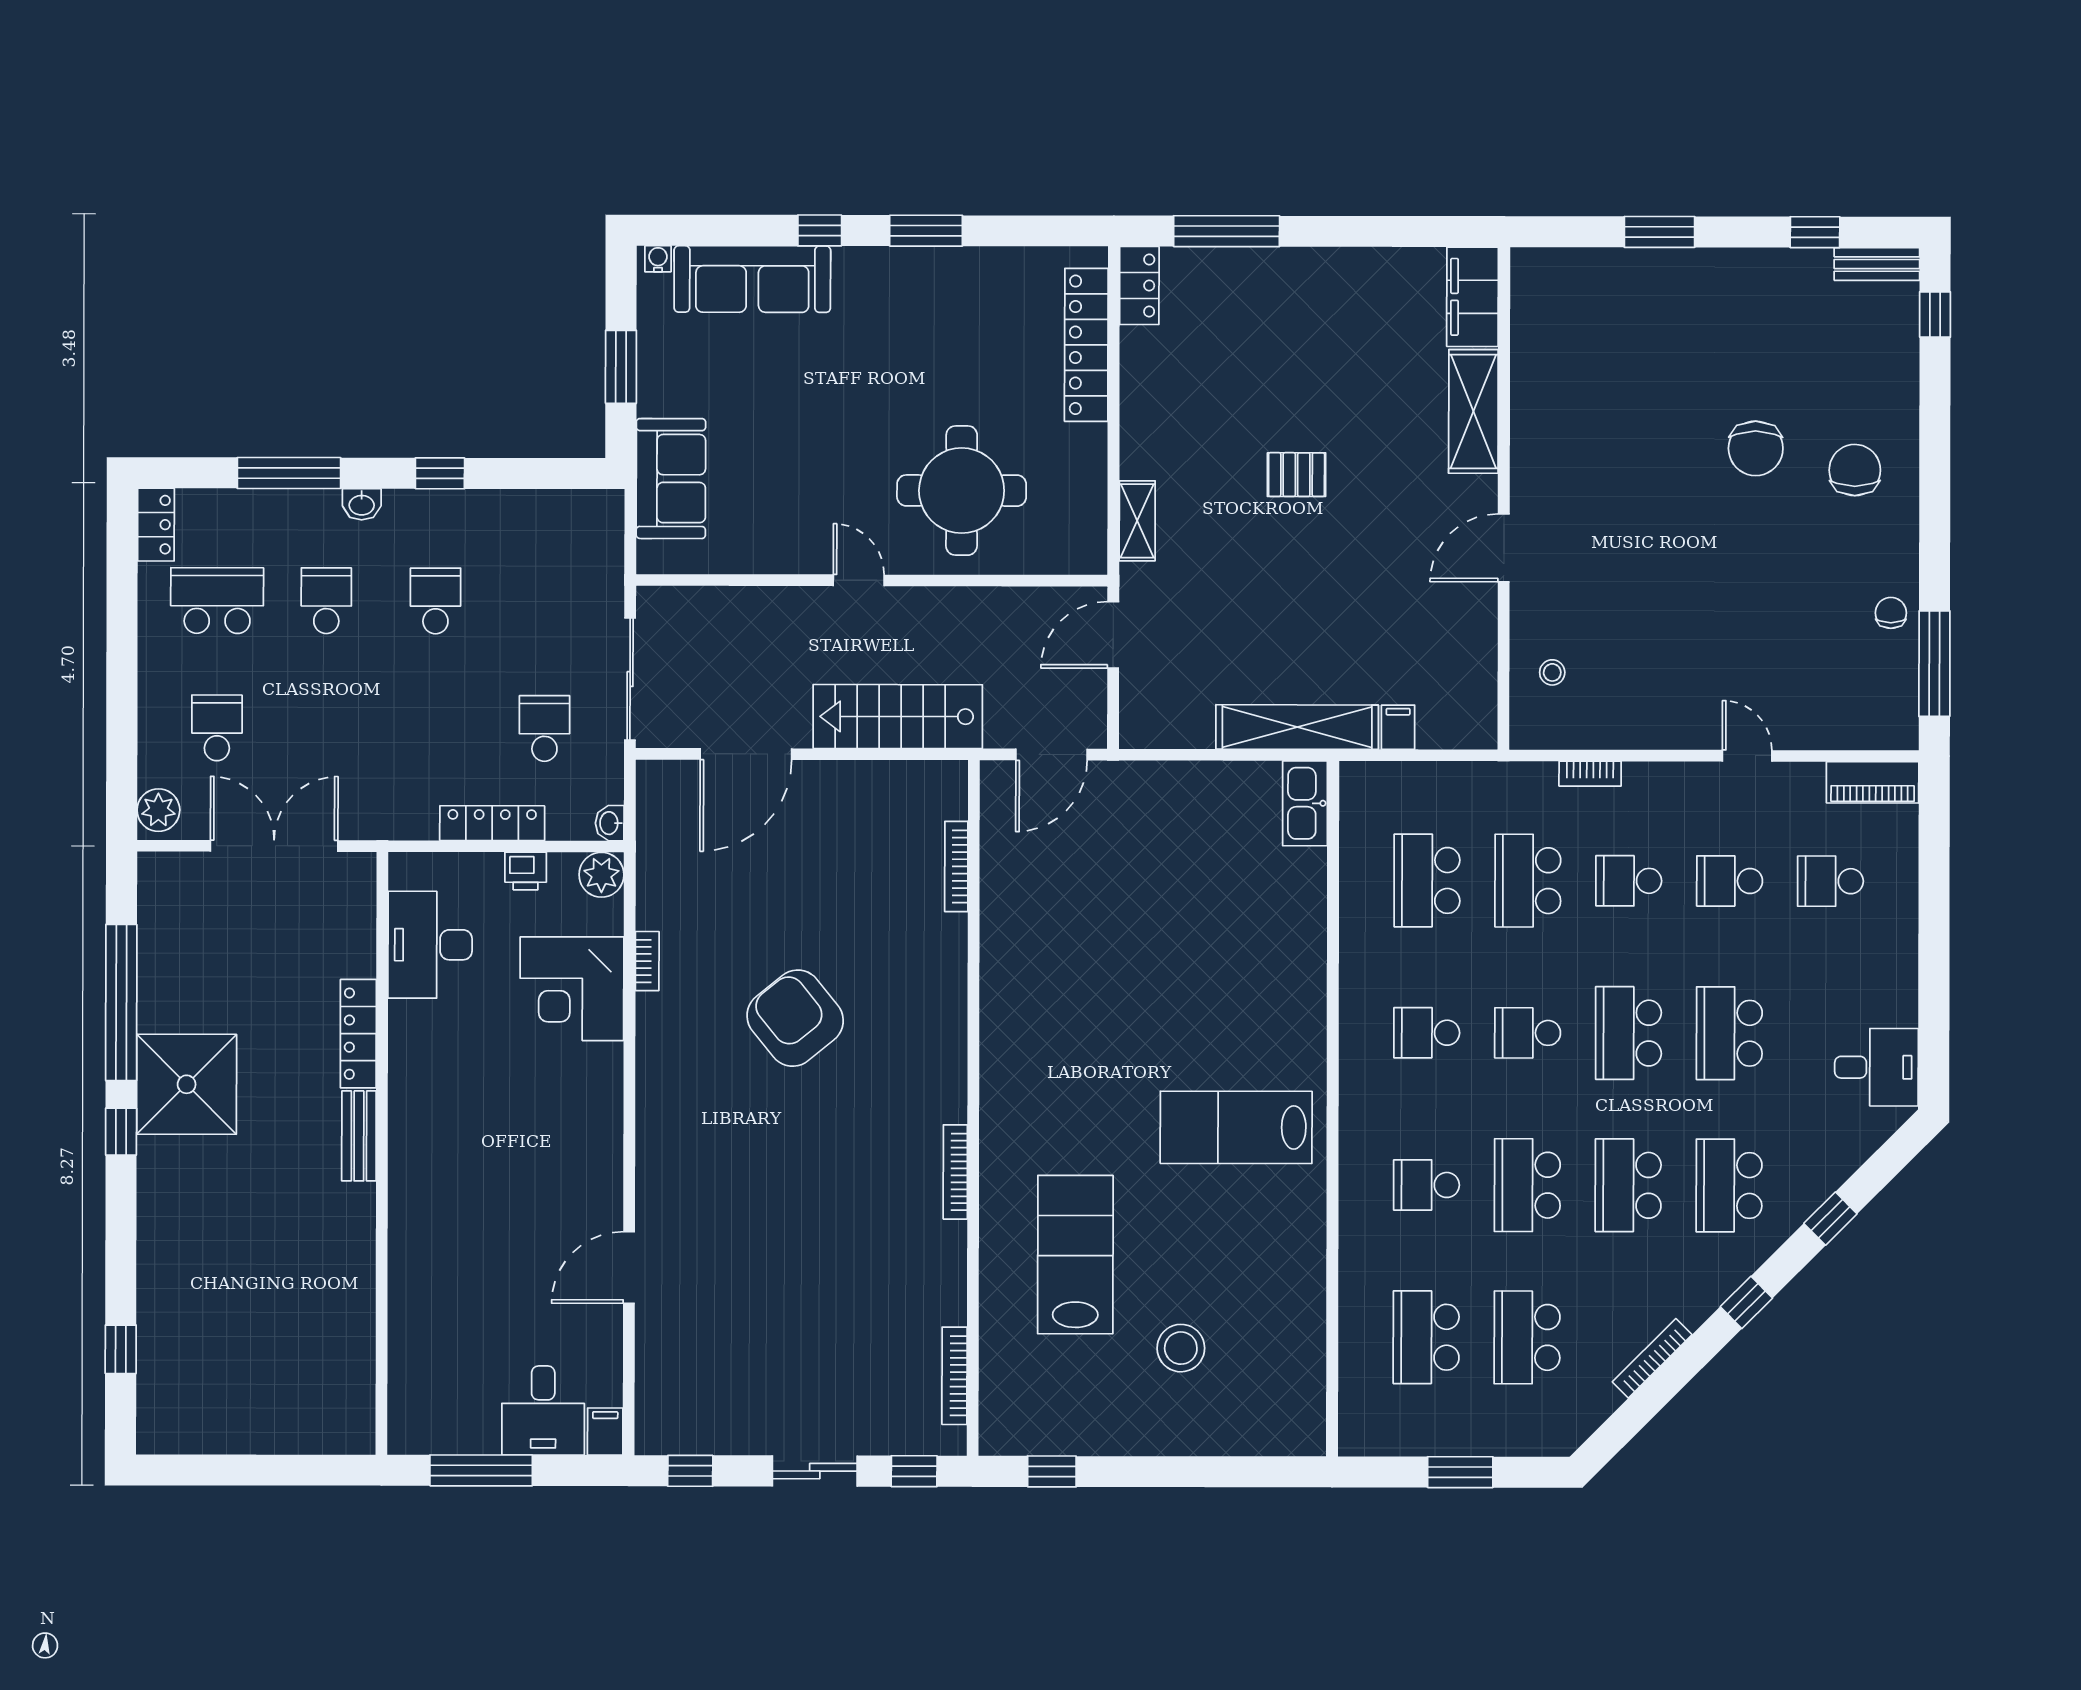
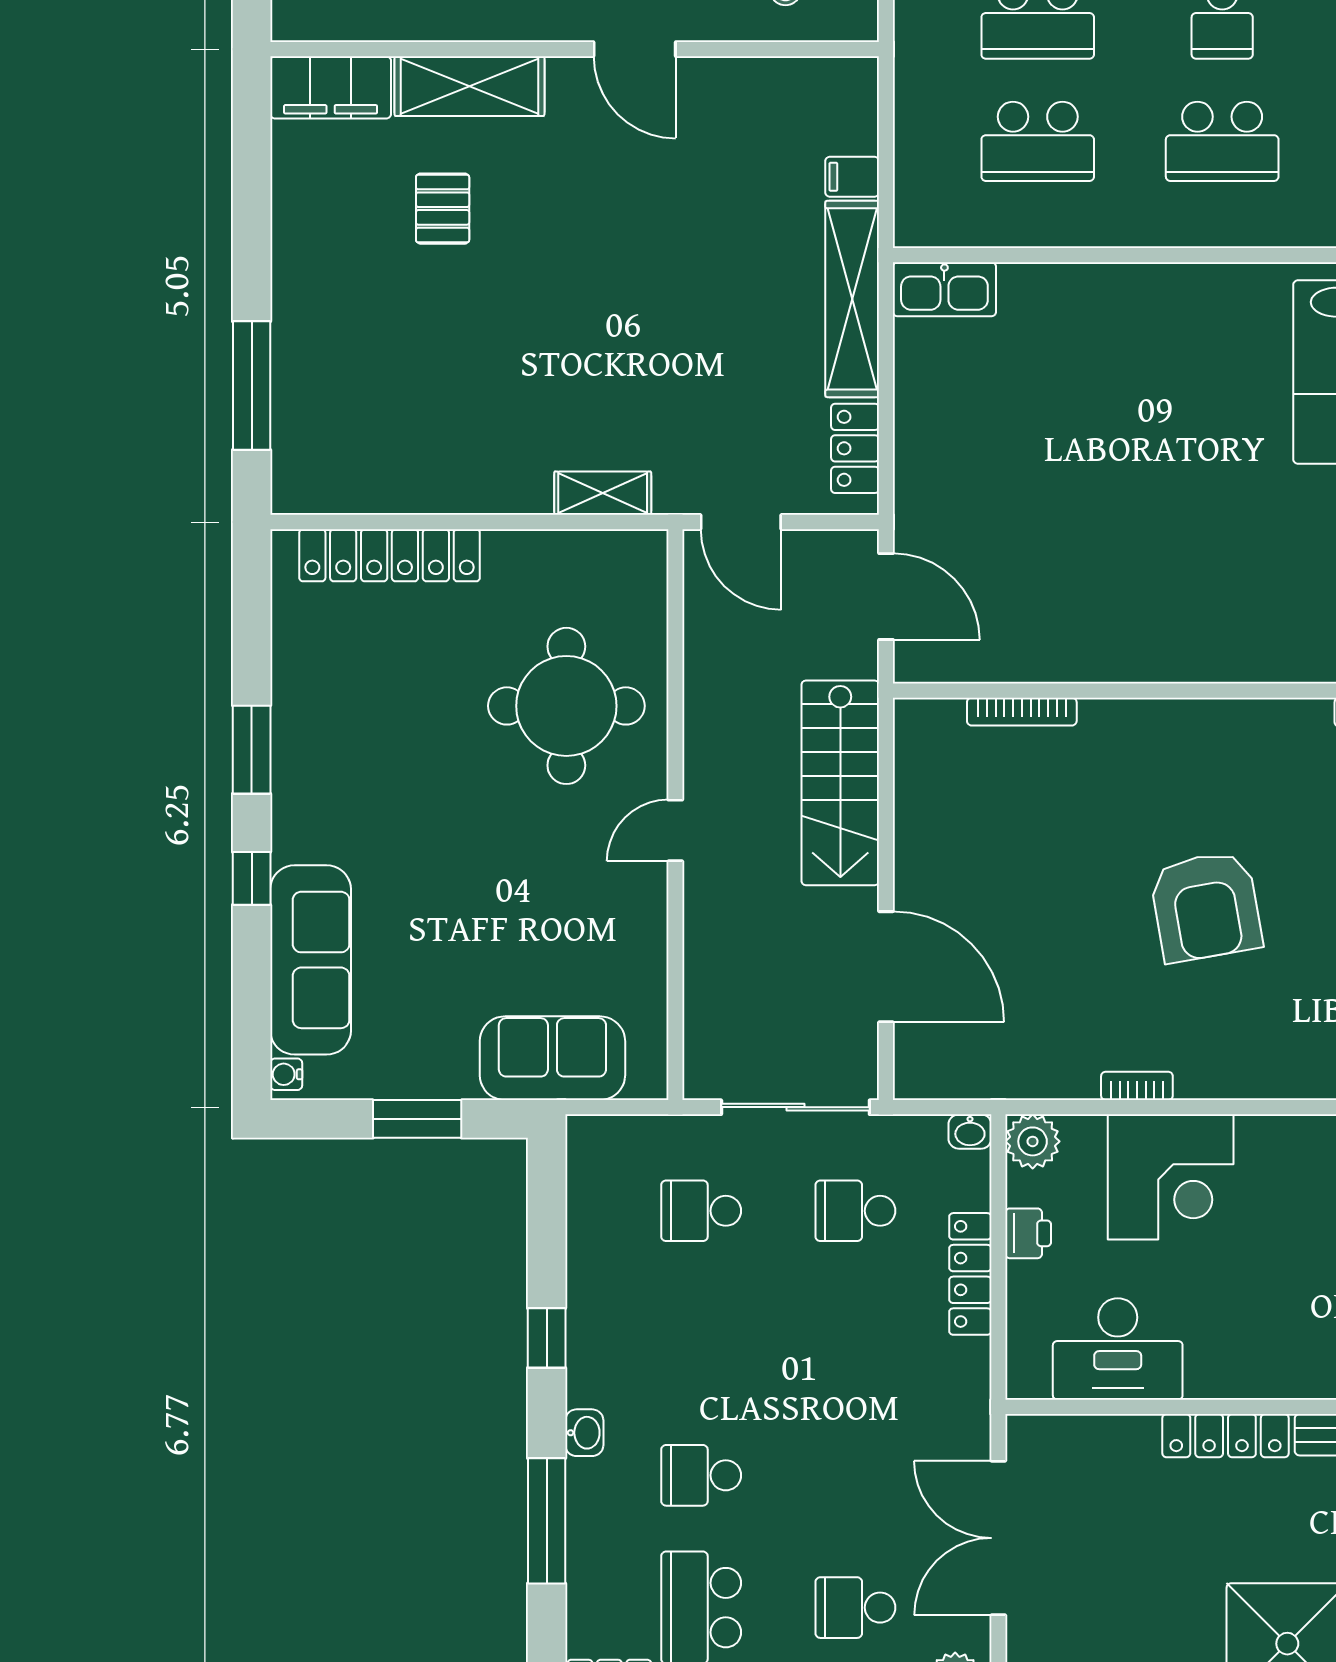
locker: (1139, 286) -> (855, 448), moved, turned -90
pallet: (1297, 475) -> (443, 209), moved
school desk: (435, 601) -> (701, 1211), moved
armchair: (795, 1018) -> (1206, 906), turned -61
school desk: (1427, 1033) -> (1222, 141), width x1.85

